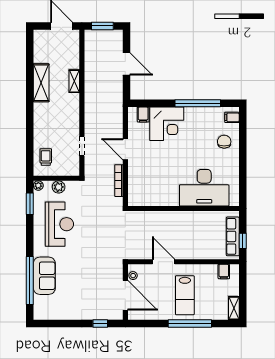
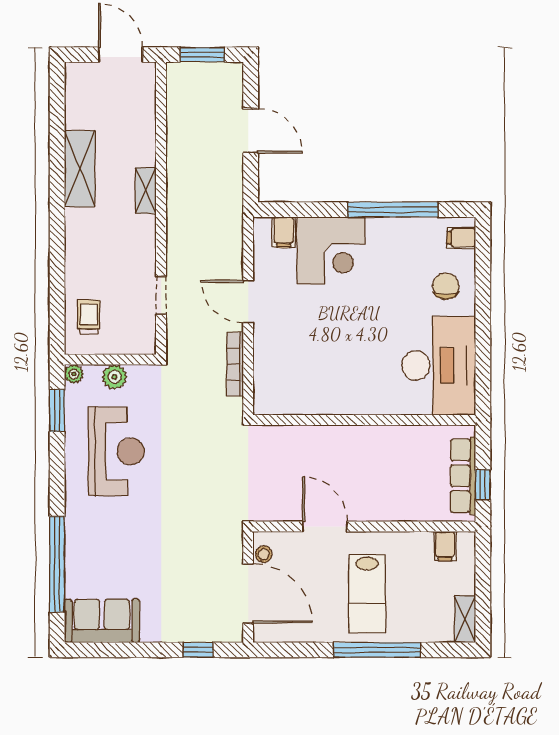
shelving: (74, 81) -> (146, 190), moved
desk: (204, 188) -> (439, 365), moved, turned -90
sofa: (44, 276) -> (102, 621), moved, turned -90

